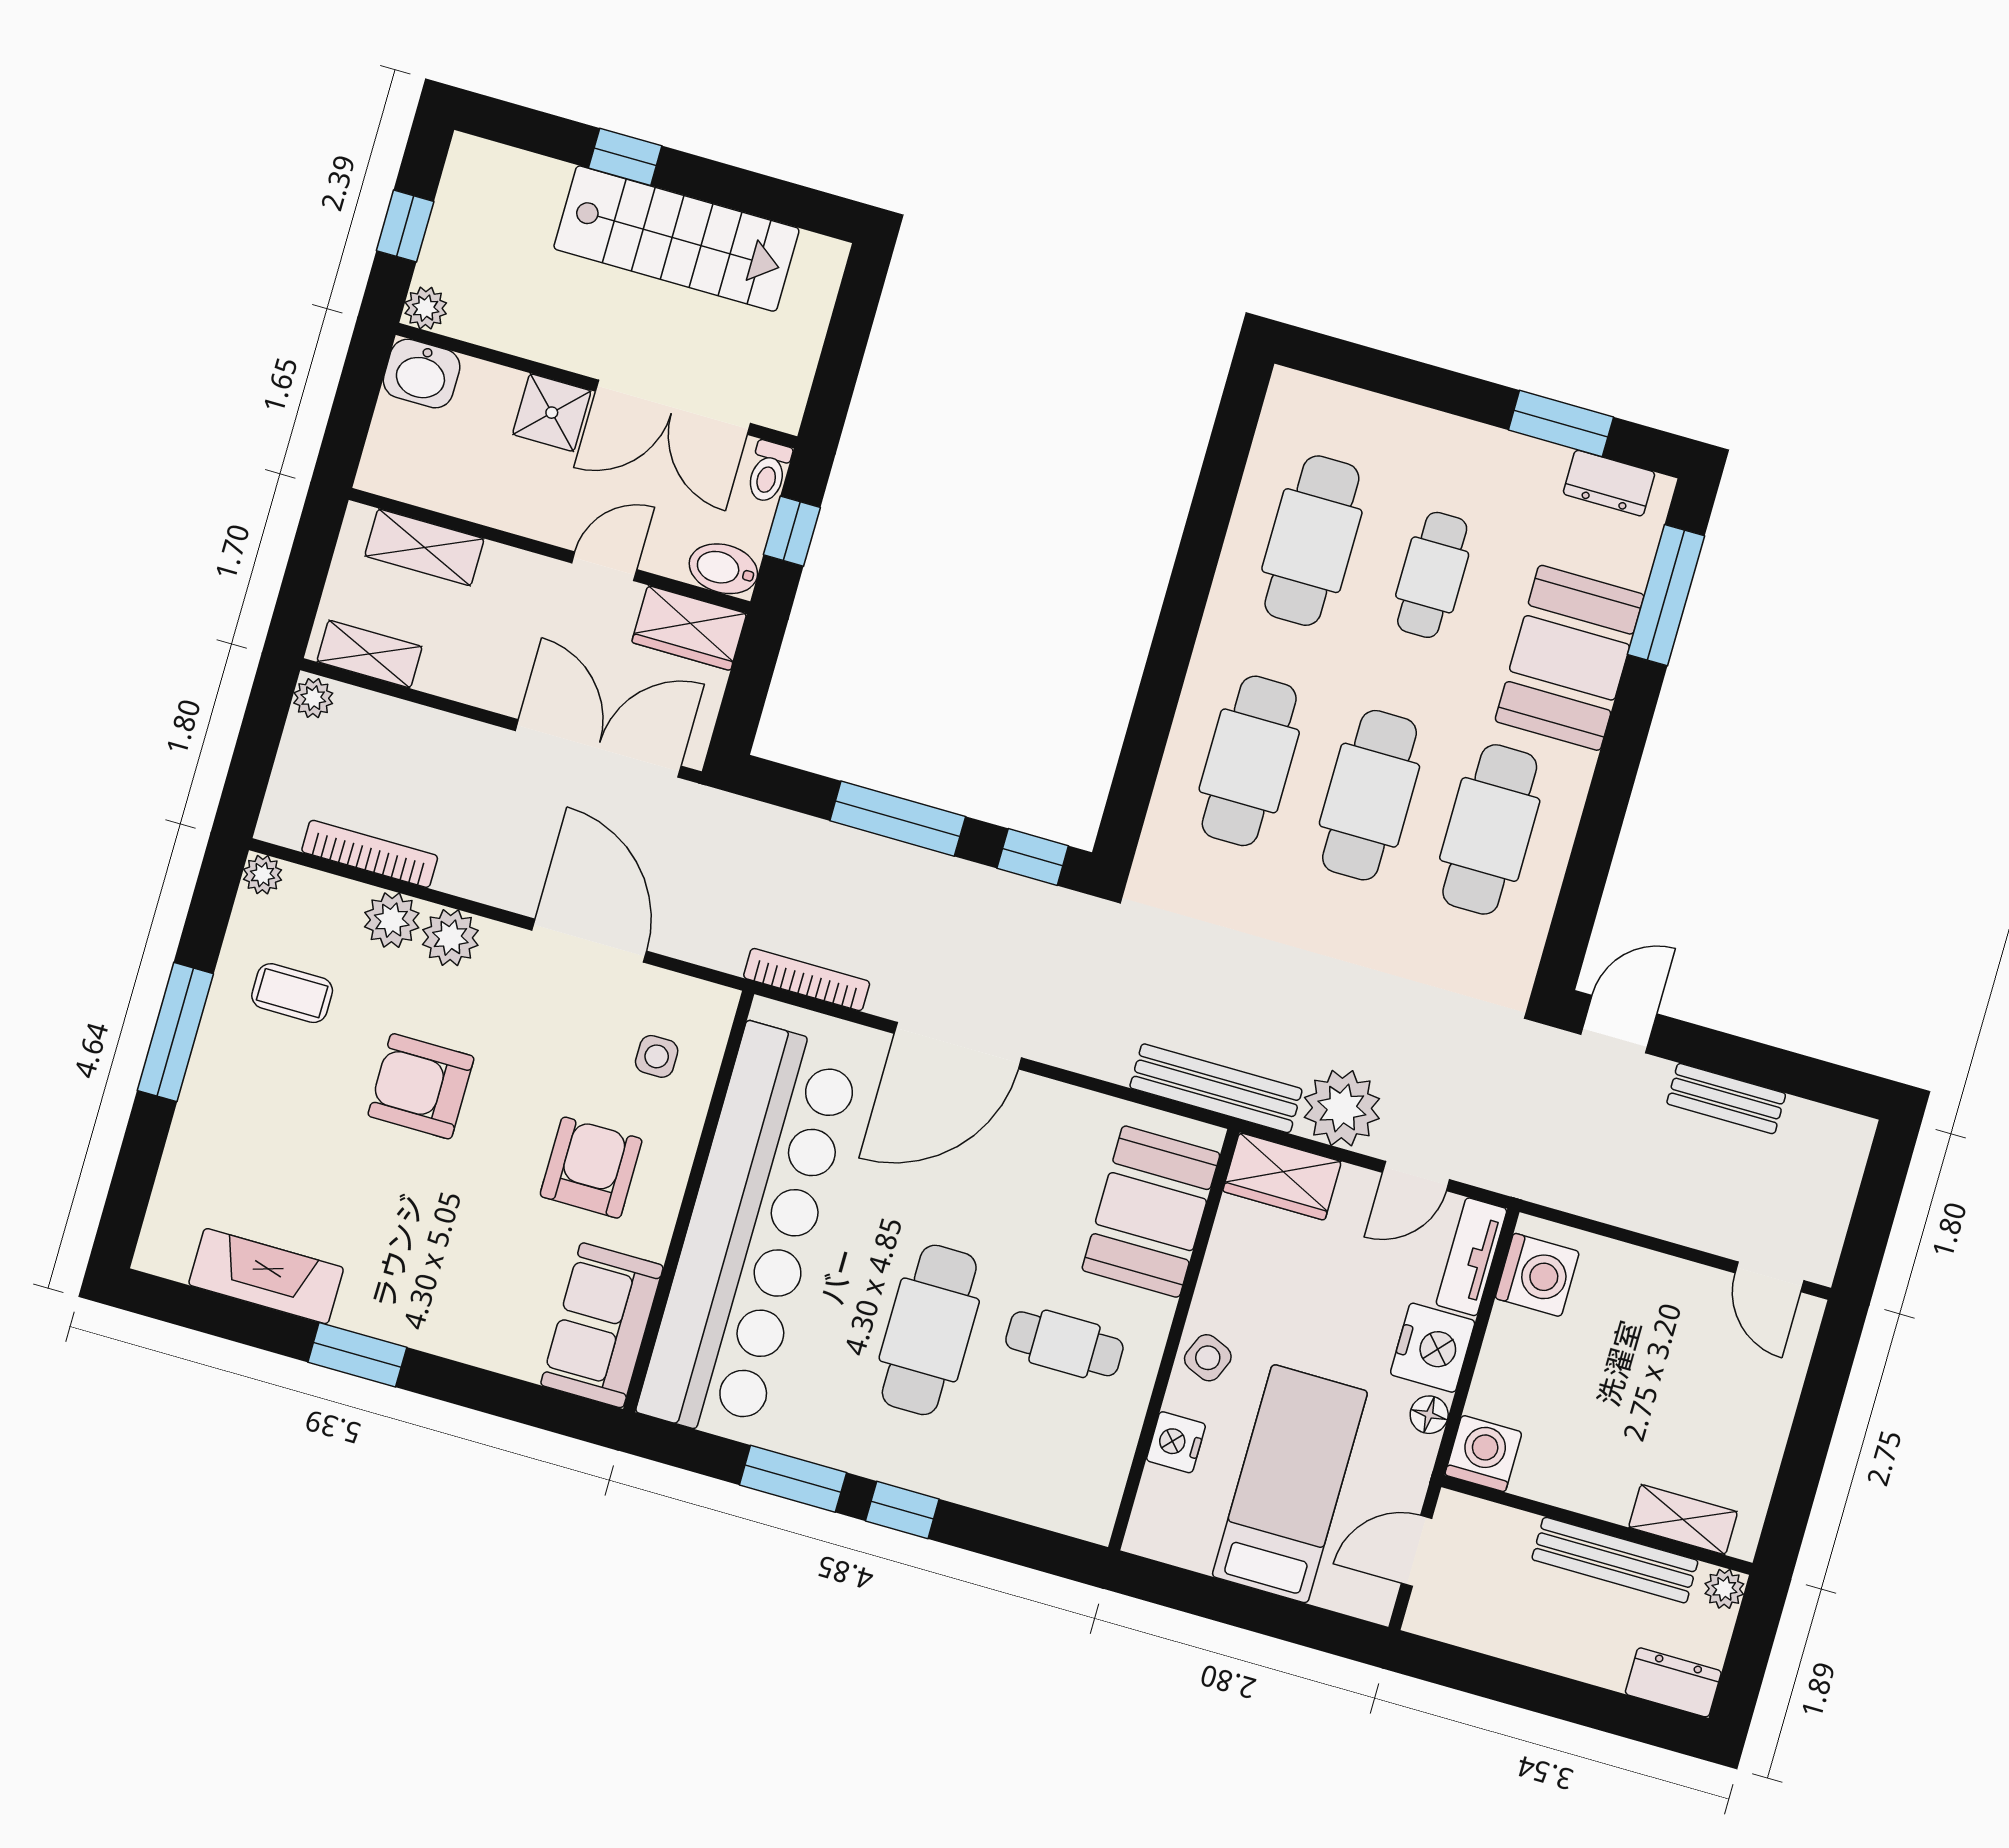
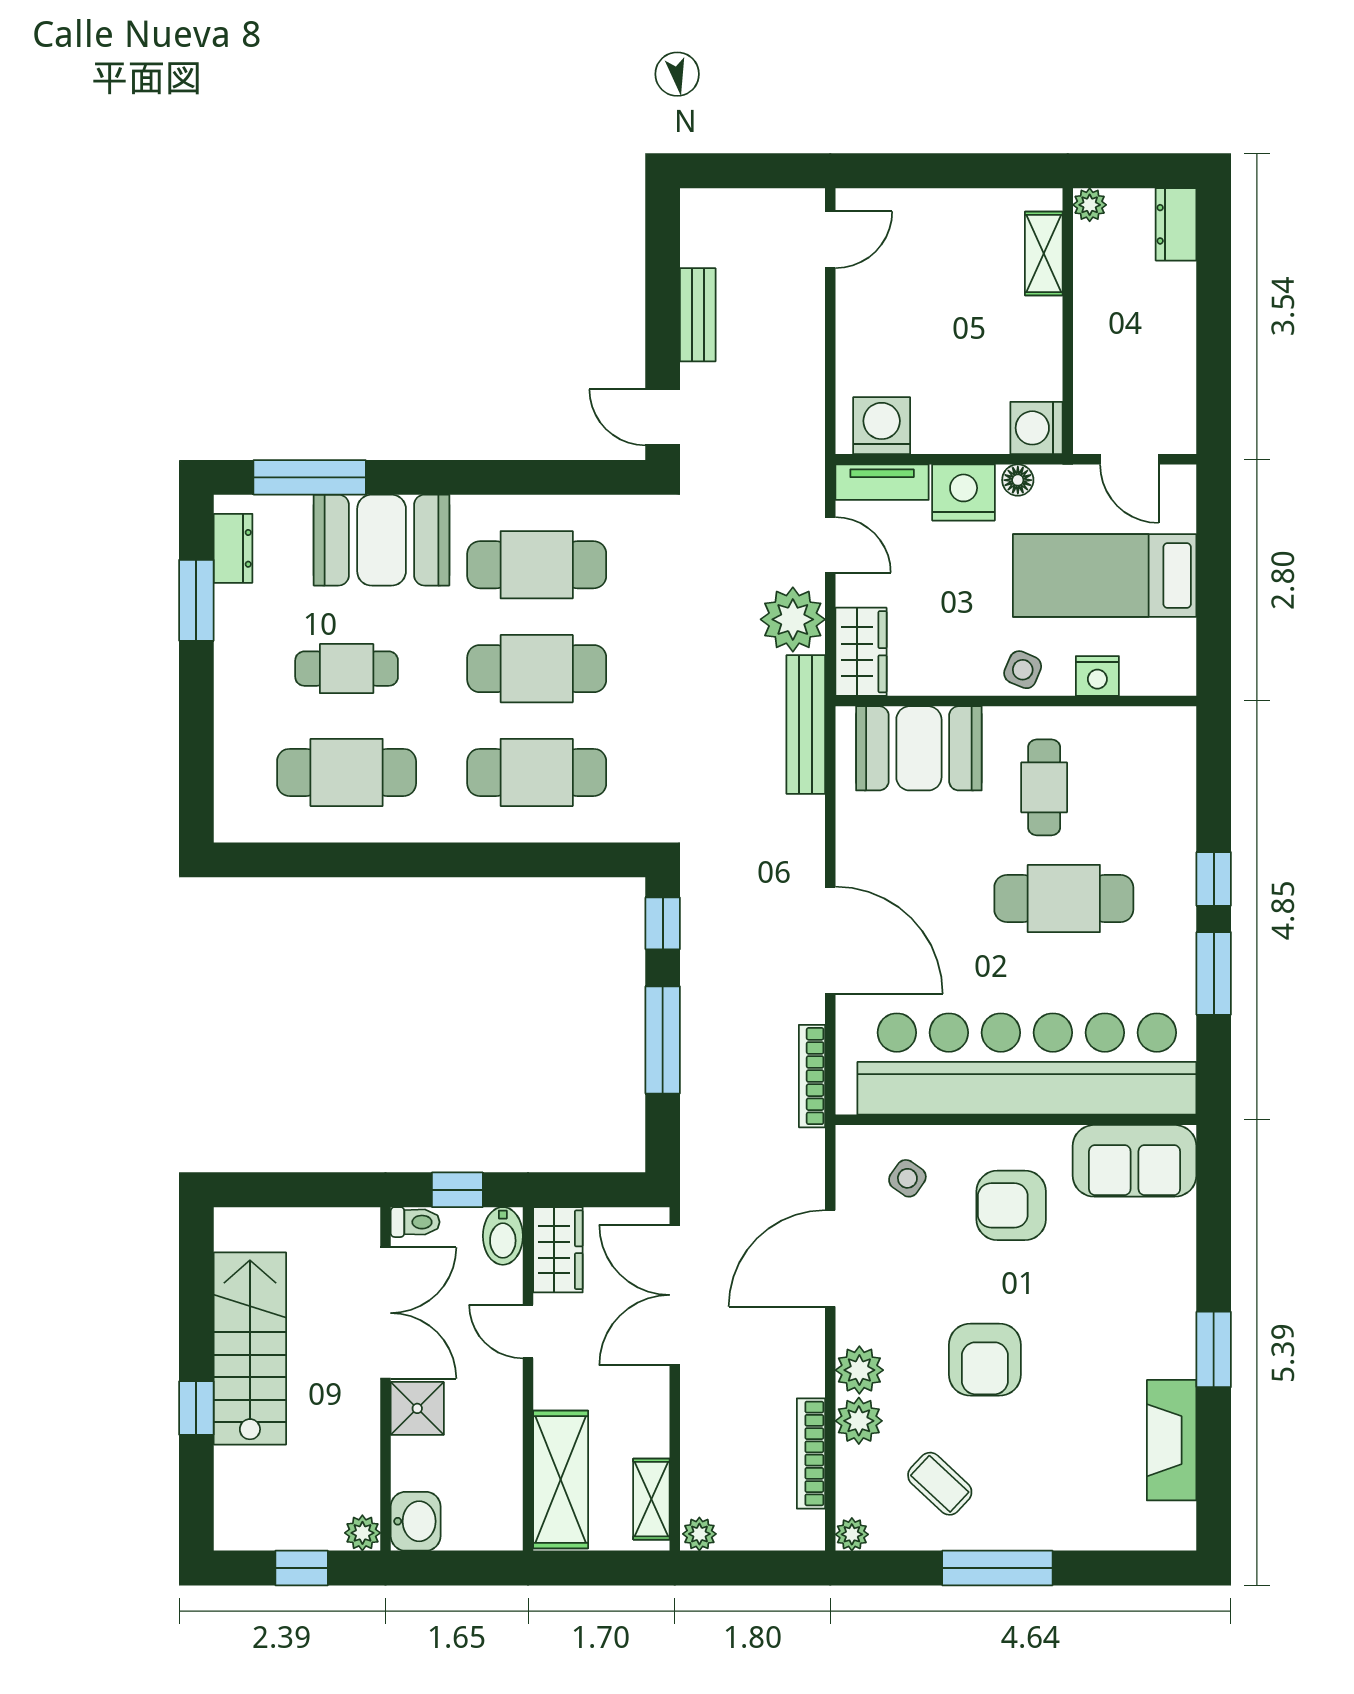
shelving: (424, 547) -> (561, 1479), width x1.50, depth x1.33
coffee table: (292, 993) -> (940, 1484), turned -47
side table: (657, 1056) -> (907, 1178), turned 35
bench: (1615, 1560) -> (1092, 299), removed

